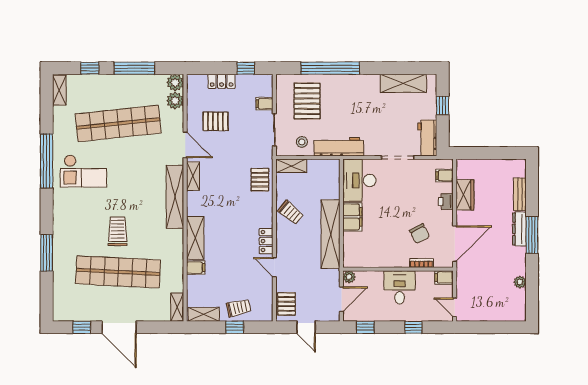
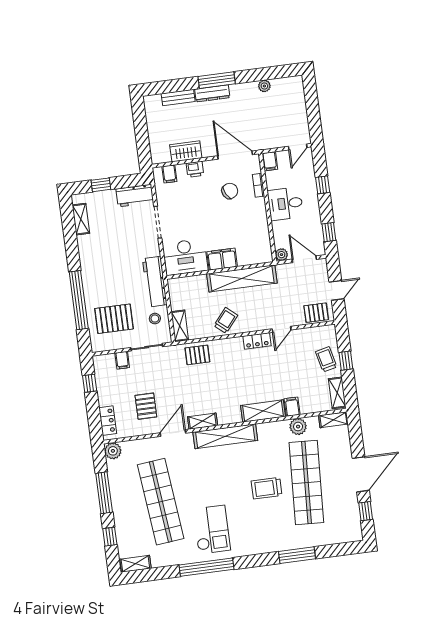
locker: (222, 81) -> (108, 421), moved
shelving: (403, 83) -> (81, 219), width x0.67, depth x0.75
plant: (175, 101) -> (298, 427), moved

